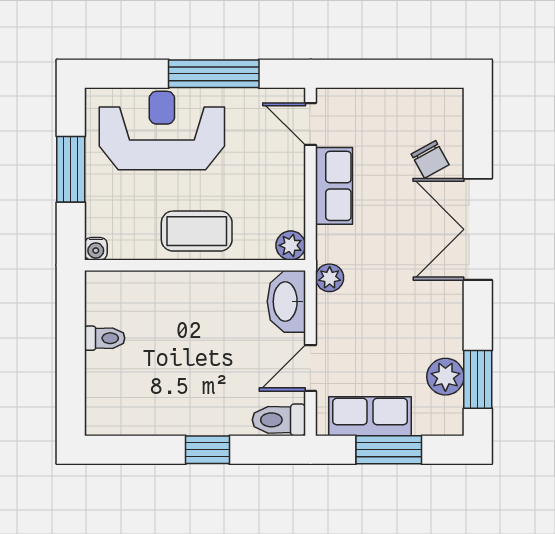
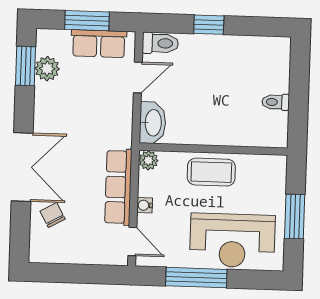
row of seats: (334, 186) -> (118, 187), width x1.48
water cooler: (96, 249) -> (145, 205), moved, turned -90
plant: (330, 278) -> (123, 138), removed

